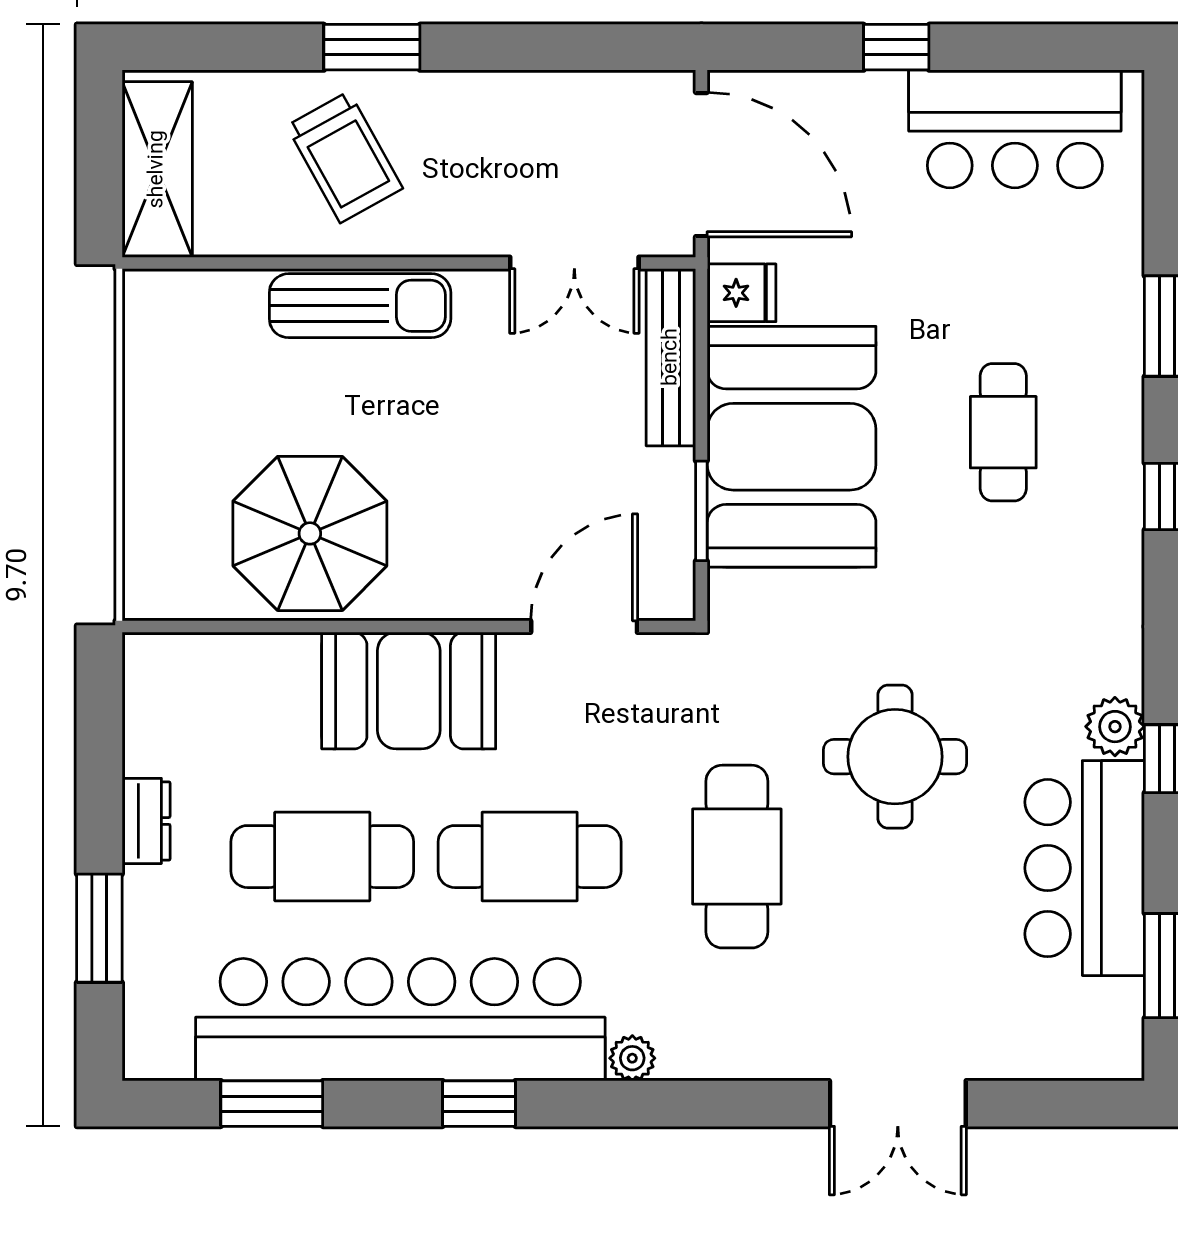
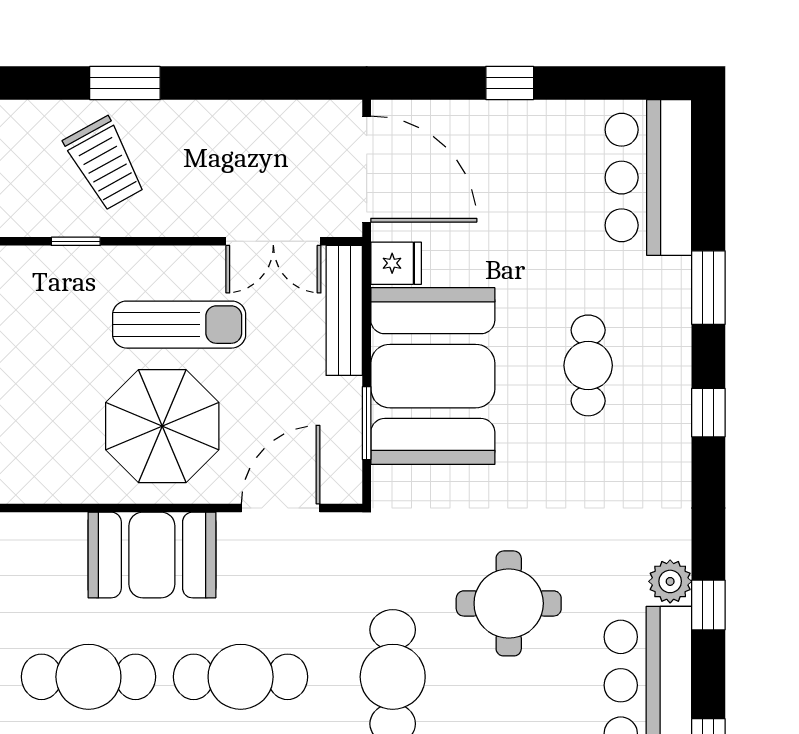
bar counter: (1015, 129) -> (648, 178), moved, turned 90
window: (305, 263) -> (76, 241), added
sun lounger: (360, 306) -> (179, 325), moved
parasol: (310, 533) -> (162, 426), moved

